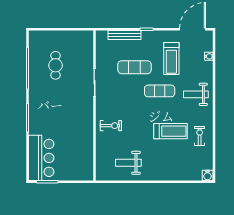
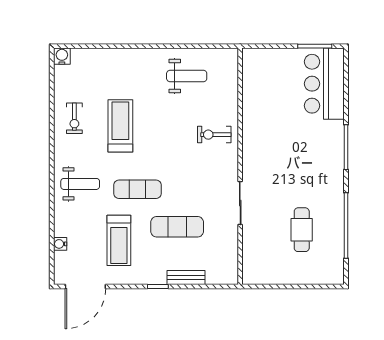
bench: (124, 35) -> (186, 277), width x0.73
treadmill: (171, 59) -> (119, 240), turned 180
treadmill: (170, 131) -> (120, 126), turned 90

